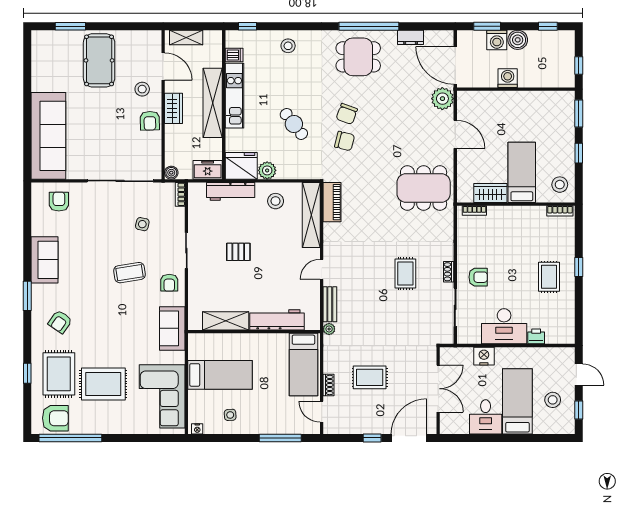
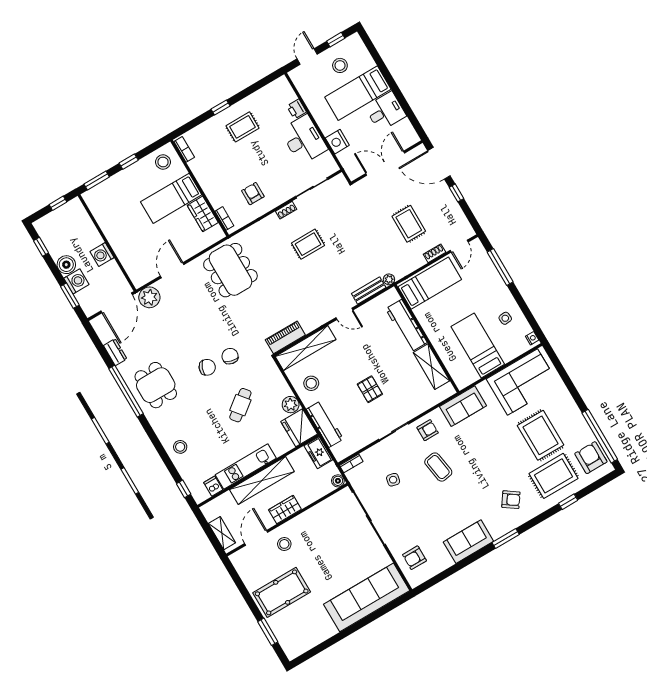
armchair: (150, 121) -> (306, 523), removed
armchair: (478, 277) -> (253, 194), moved

